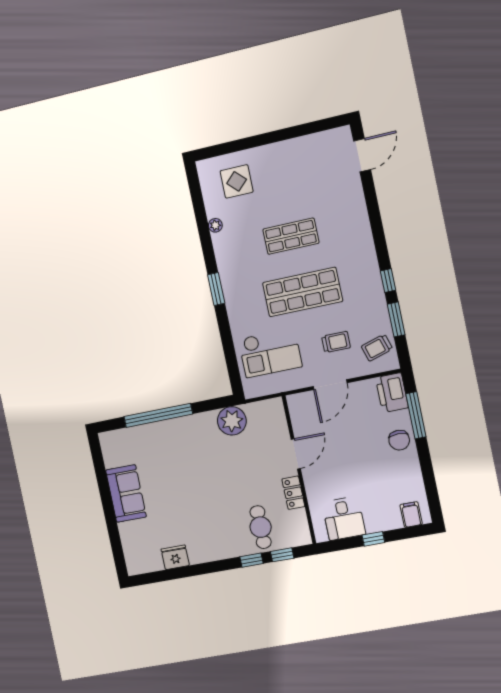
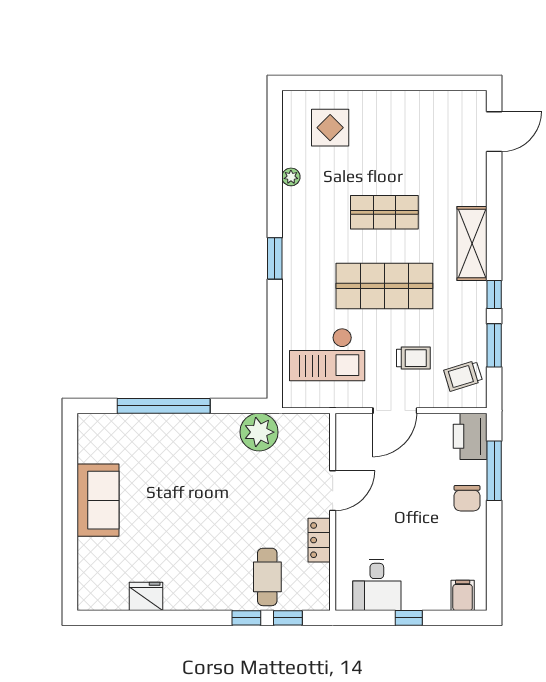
shelving: (363, 245) -> (472, 244), added

